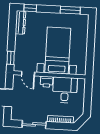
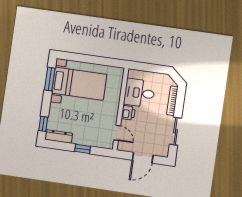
bed with nightstands: (58, 50) -> (79, 84), moved, turned 180
window: (11, 58) -> (83, 149), moved
door: (28, 74) -> (117, 133), hinge flipped

